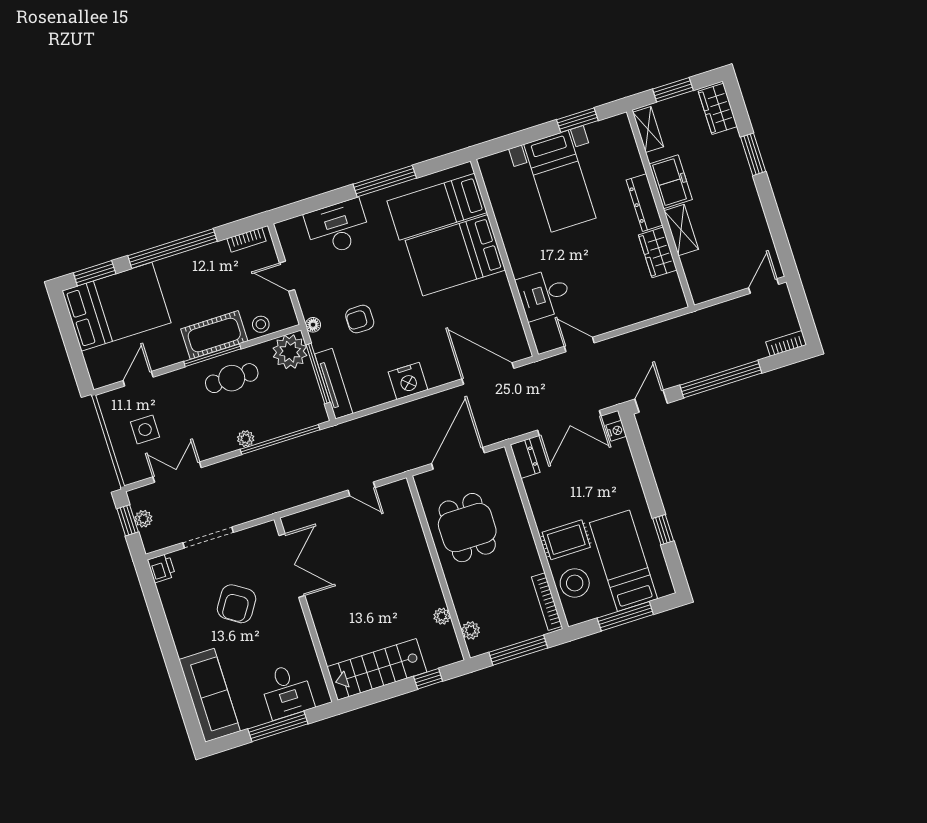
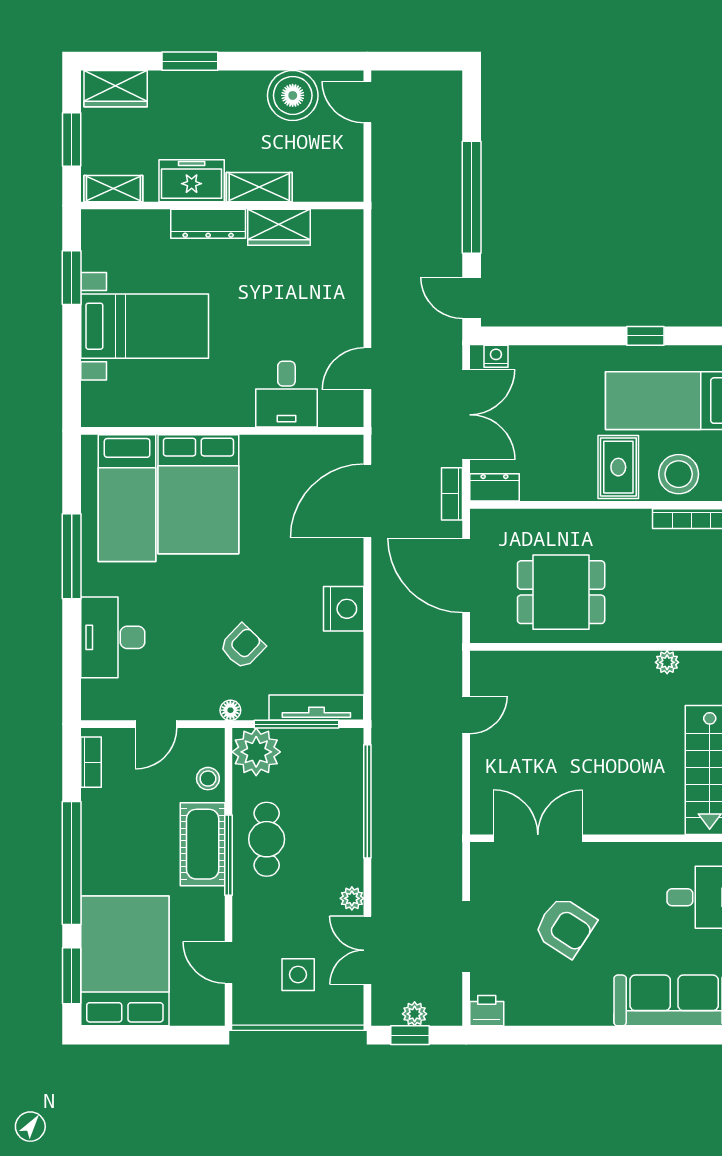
boiler: (752, 233) -> (293, 95), added
armchair: (360, 319) -> (242, 646), turned -136
bookcase: (786, 343) -> (452, 494), moved
plant: (246, 439) -> (352, 898), moved
plant: (471, 630) -> (698, 630), removed

